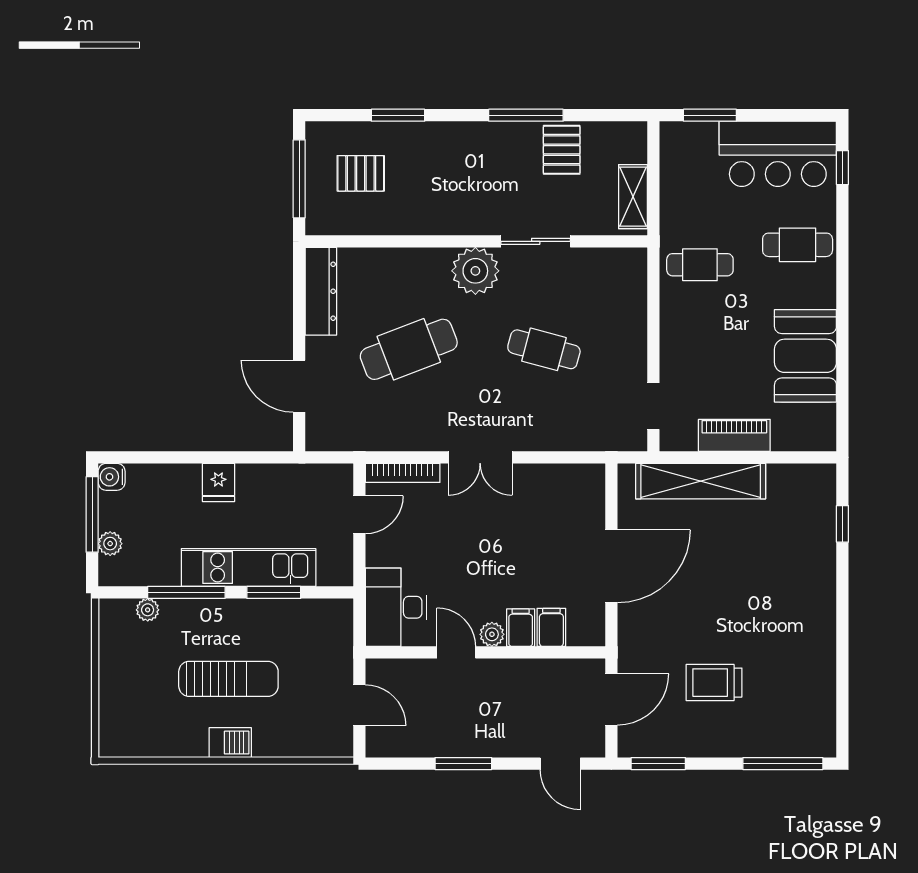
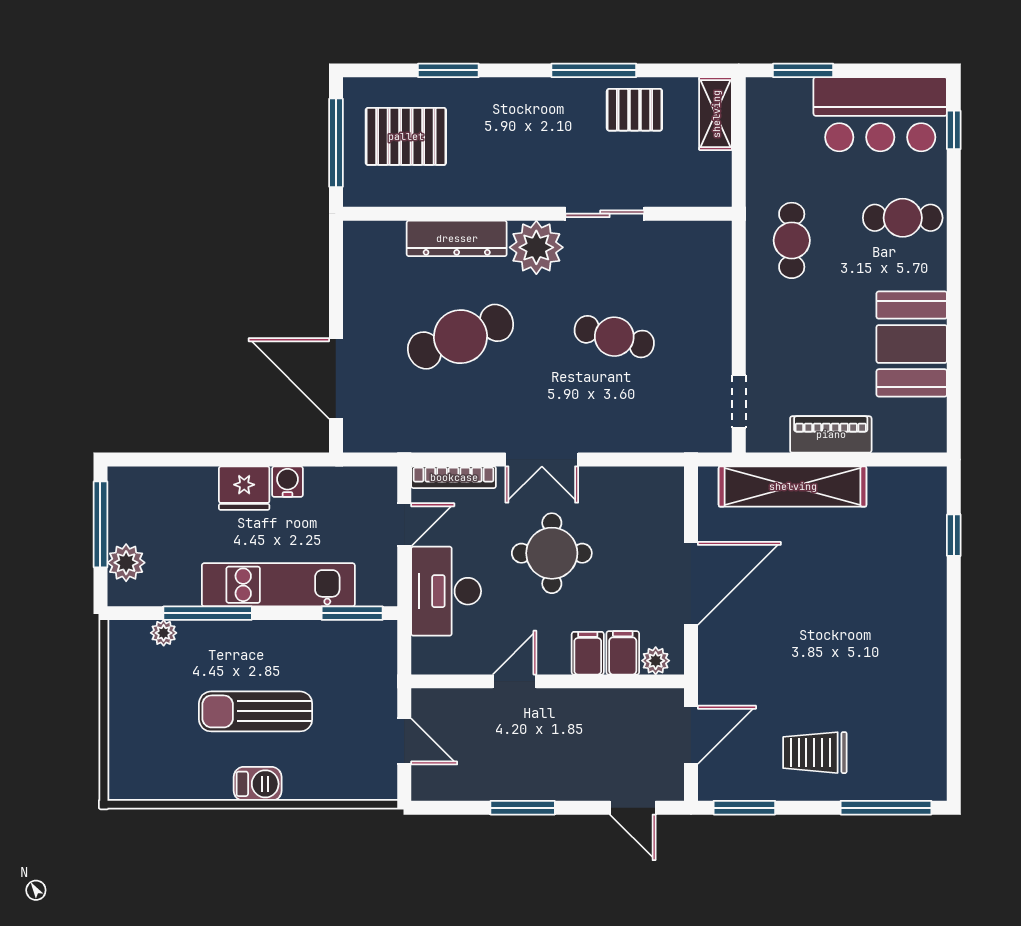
pallet: (562, 150) -> (634, 110), turned 90
pallet: (361, 173) -> (406, 136), width x1.50, depth x1.42
shelving: (633, 197) -> (716, 114), moved
cafe table: (700, 265) -> (792, 240), turned 90
dresser: (321, 291) -> (457, 238), moved, turned 90
door: (299, 386) -> (336, 379), width x1.36
water cooler: (112, 477) -> (287, 482), moved, turned 90
fridge: (218, 483) -> (244, 488), width x1.38
round table: (489, 540) -> (552, 553), added
plant: (110, 544) -> (126, 563), width x1.38, depth x1.38
window: (274, 592) -> (352, 613), moved
desk: (396, 607) -> (446, 591), moved
plant: (492, 634) -> (656, 661), moved
door: (456, 652) -> (515, 681), hinge flipped
sun lounger: (228, 679) -> (256, 711), turned 180
trolley: (714, 683) -> (815, 753), moved

